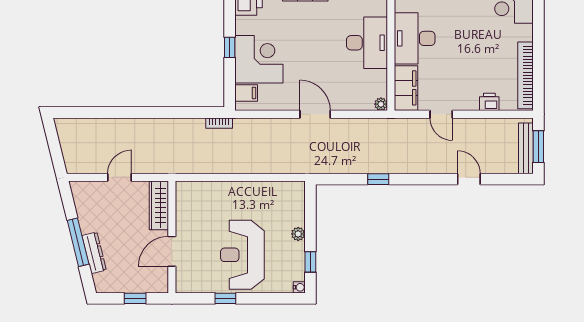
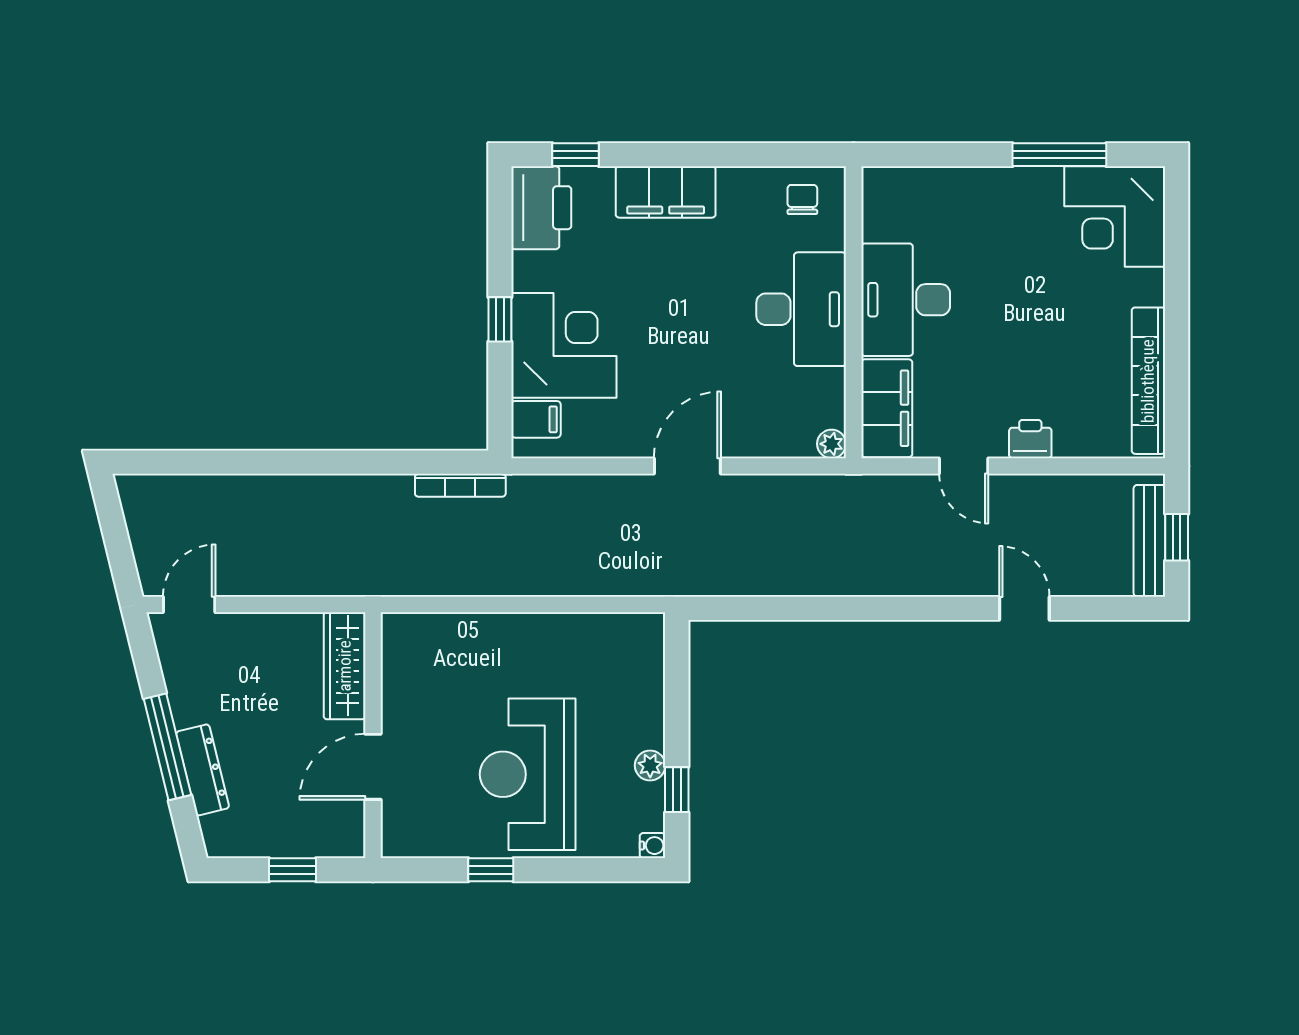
printer: (489, 102) -> (1030, 439), moved
door: (315, 114) -> (687, 466), hinge flipped
bookcase: (219, 123) -> (460, 485), width x1.56
window: (538, 147) -> (1177, 537), width x0.67
door: (119, 177) -> (189, 604), moved
window: (378, 179) -> (826, 608), removed
plant: (298, 234) -> (650, 766), moved

